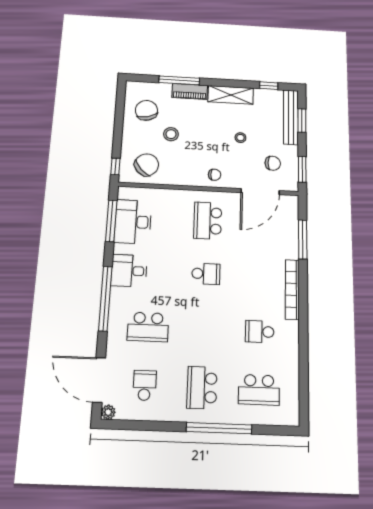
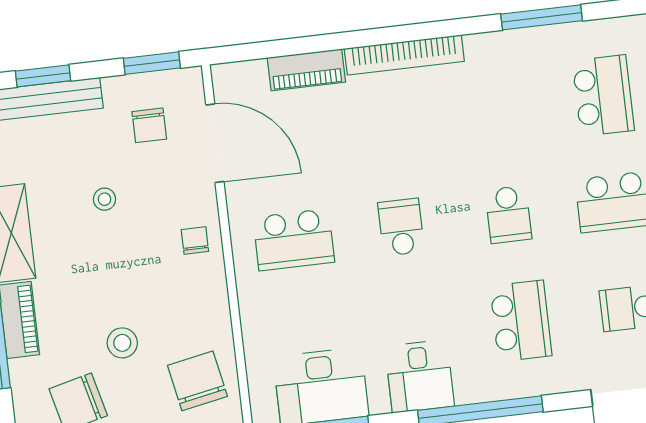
chair: (273, 163) -> (149, 125), turned 180
chair: (147, 165) -> (197, 381), turned 32
window: (303, 239) -> (542, 17), moved
piano: (290, 240) -> (306, 70), added
school desk: (260, 332) -> (508, 214), moved

